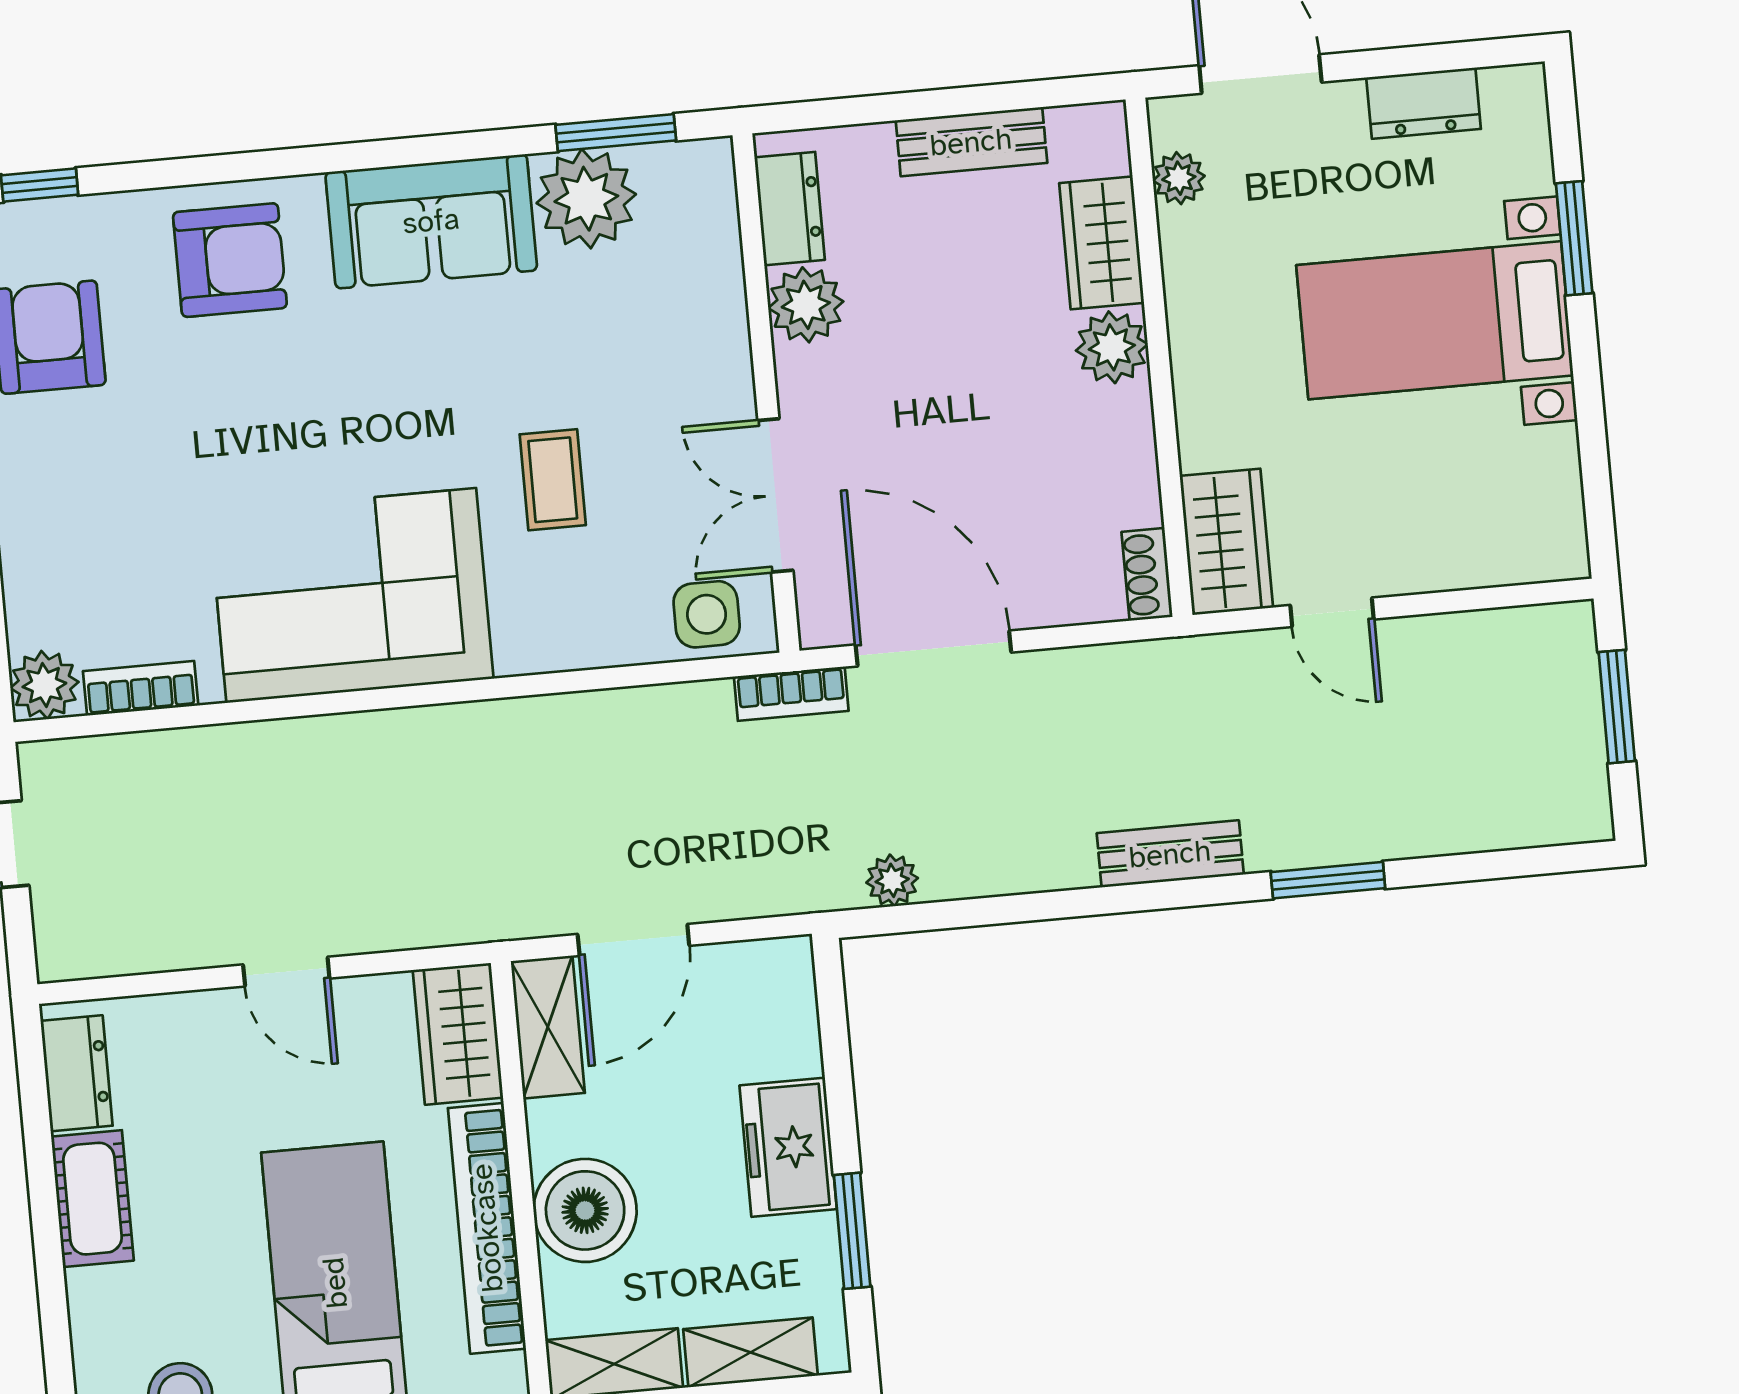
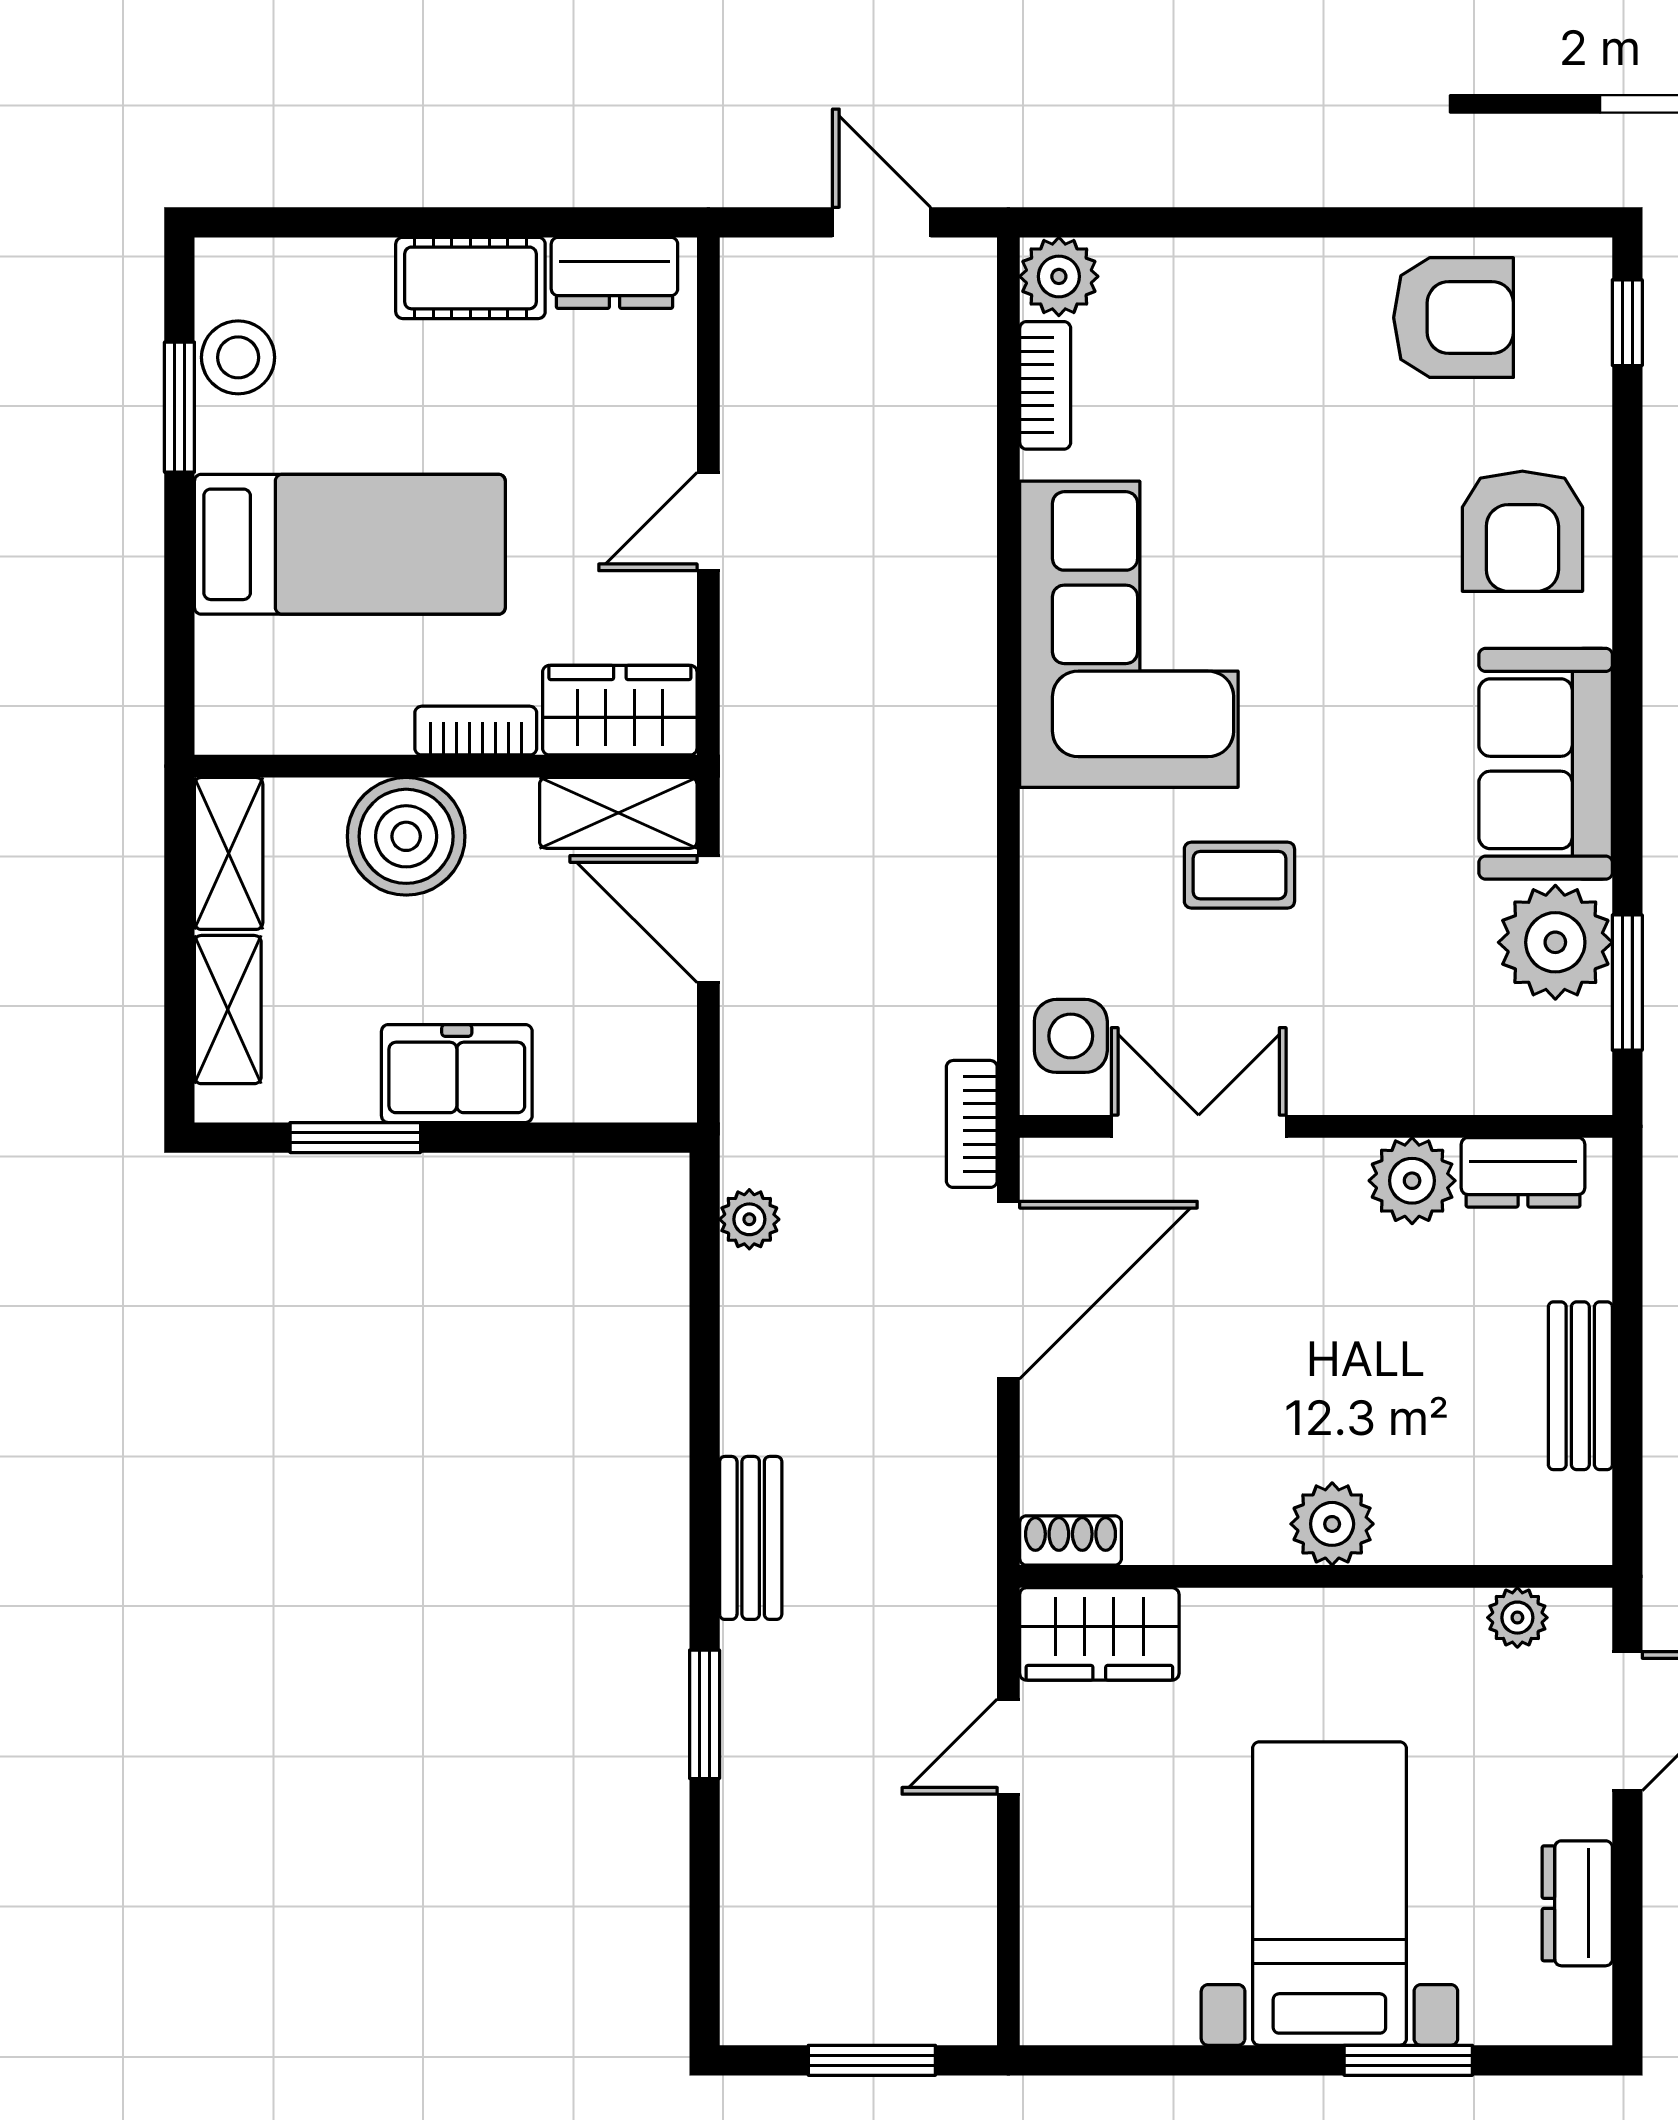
wardrobe: (1102, 243) -> (1452, 1523), removed
bookcase: (487, 1228) -> (476, 731), width x0.43, depth x0.76

